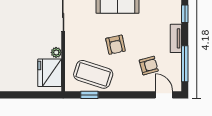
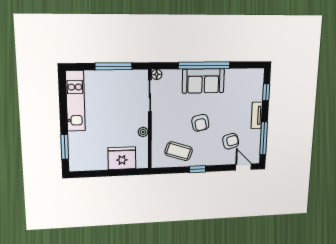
fridge: (50, 73) -> (122, 158), moved, turned 90
coffee table: (93, 74) -> (179, 151), width x0.73, depth x0.76
window: (89, 95) -> (198, 169), moved

